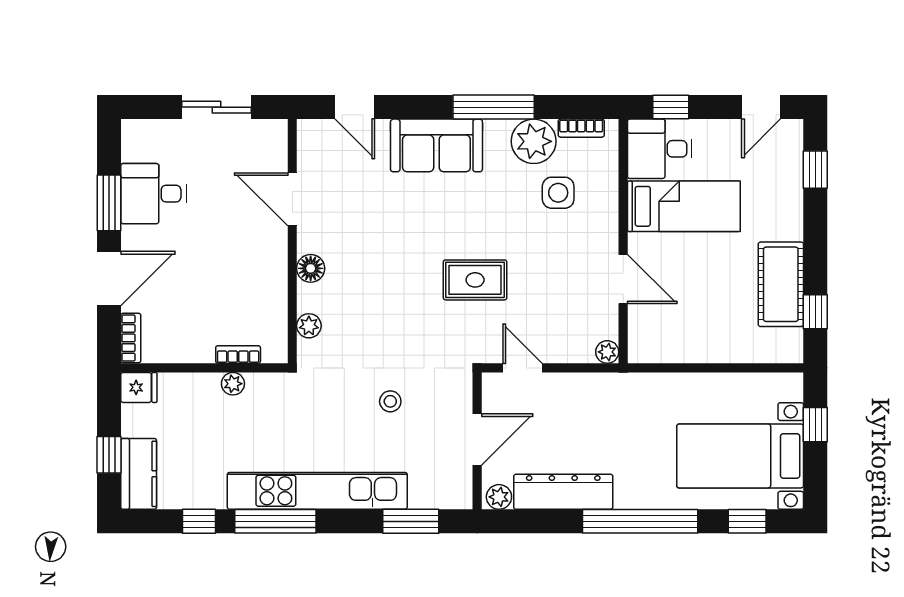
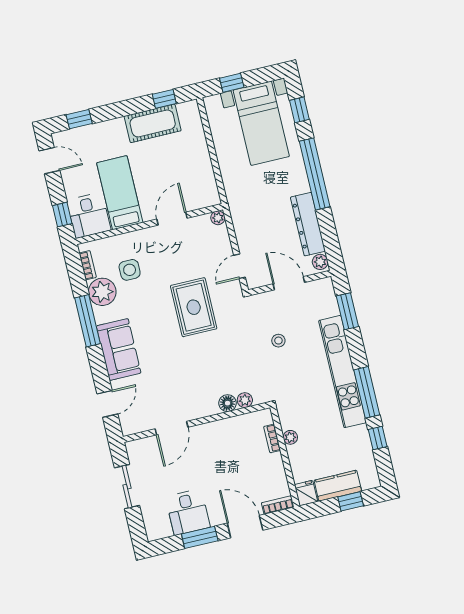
floor lamp: (311, 268) -> (228, 403), moved
rug: (475, 280) -> (194, 307), width x1.36, depth x1.43
kitchen counter: (139, 474) -> (338, 486), moved

